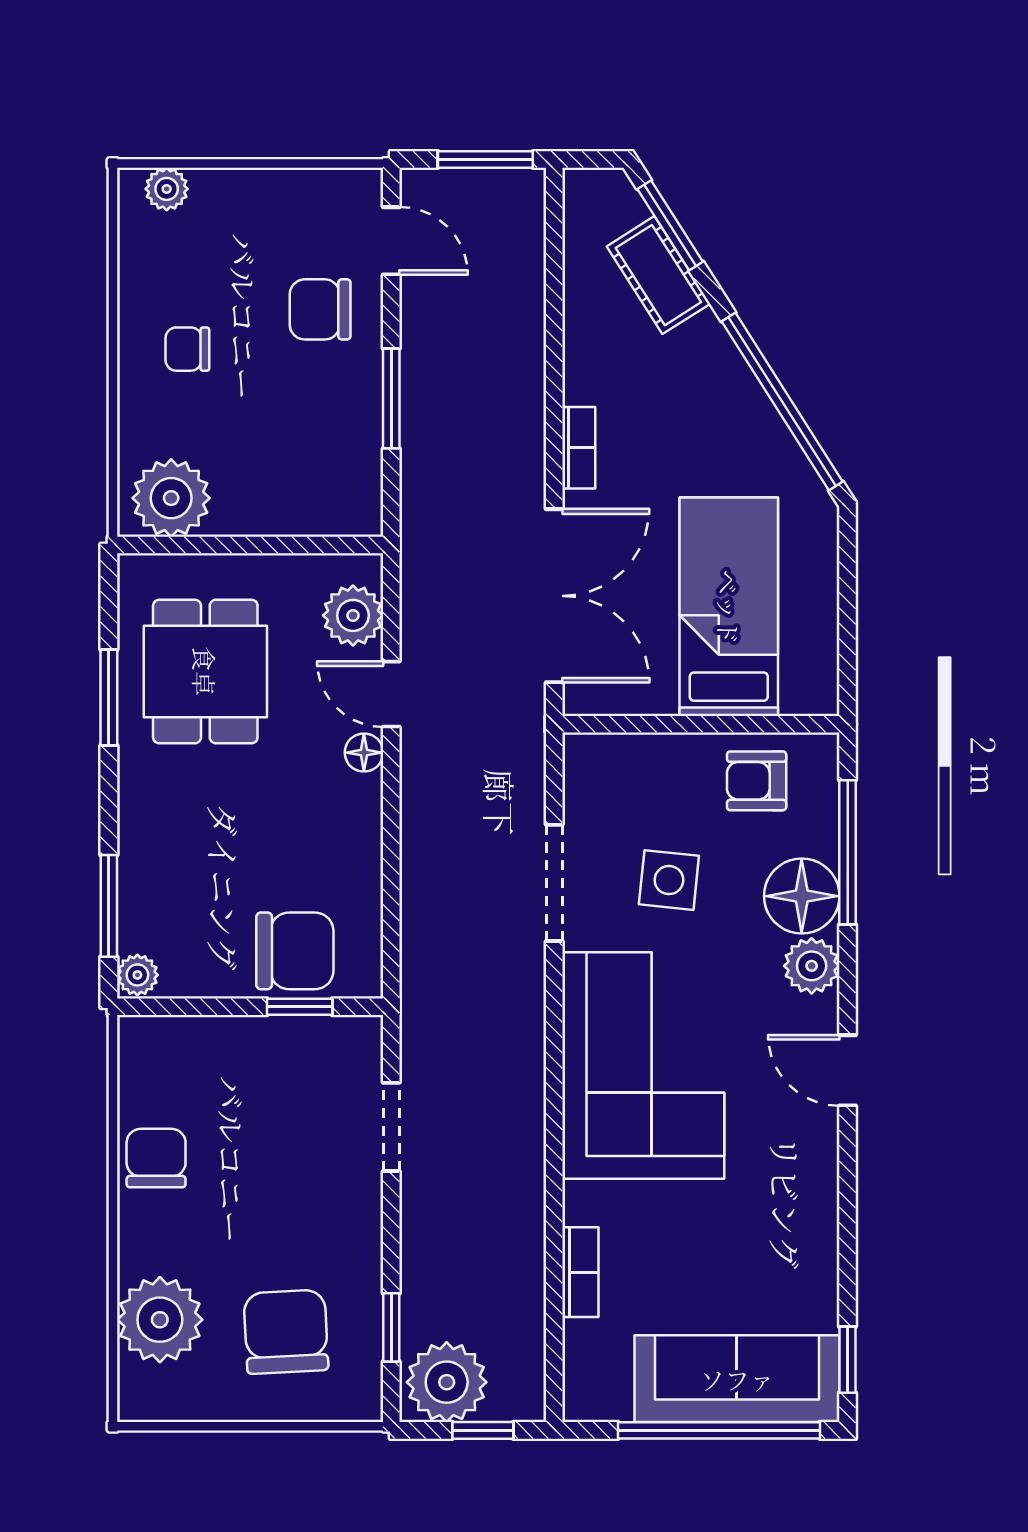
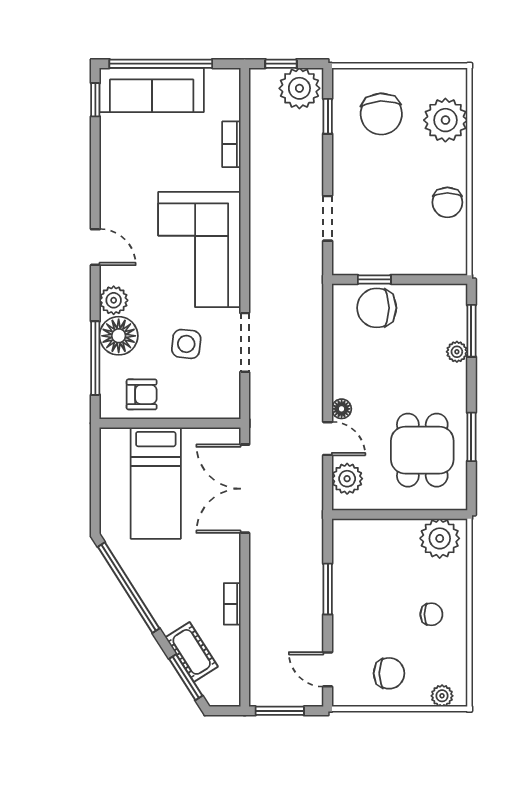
chair: (320, 309) -> (389, 673), moved
bookcase: (579, 448) -> (232, 604), moved
plant: (137, 975) -> (457, 352), moved

